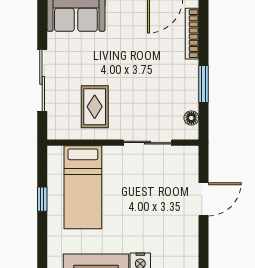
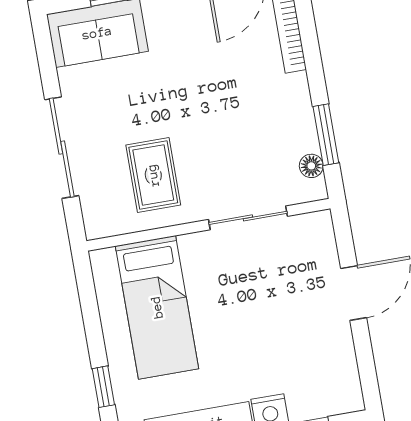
window: (203, 84) -> (326, 135), moved
window: (42, 199) -> (103, 387), moved

